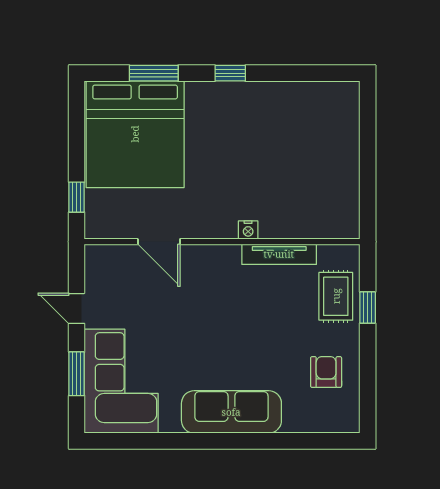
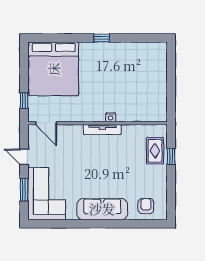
window: (154, 73) -> (63, 38), removed
door: (159, 242) -> (46, 123), moved
tv unit: (279, 254) -> (102, 130), moved
armchair: (326, 372) -> (146, 206), moved

